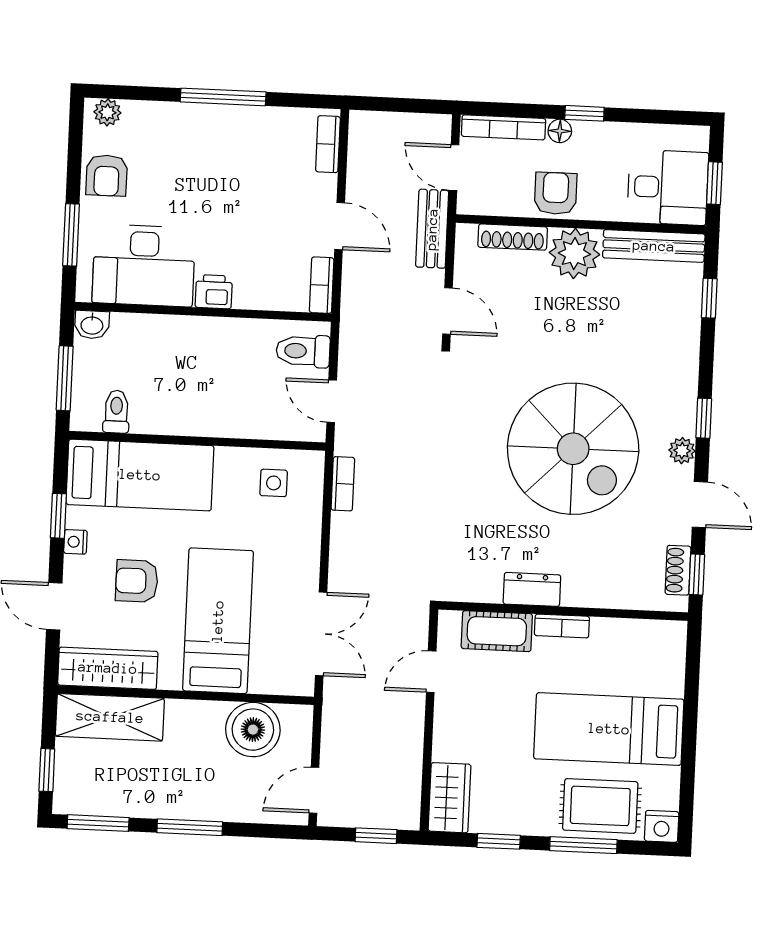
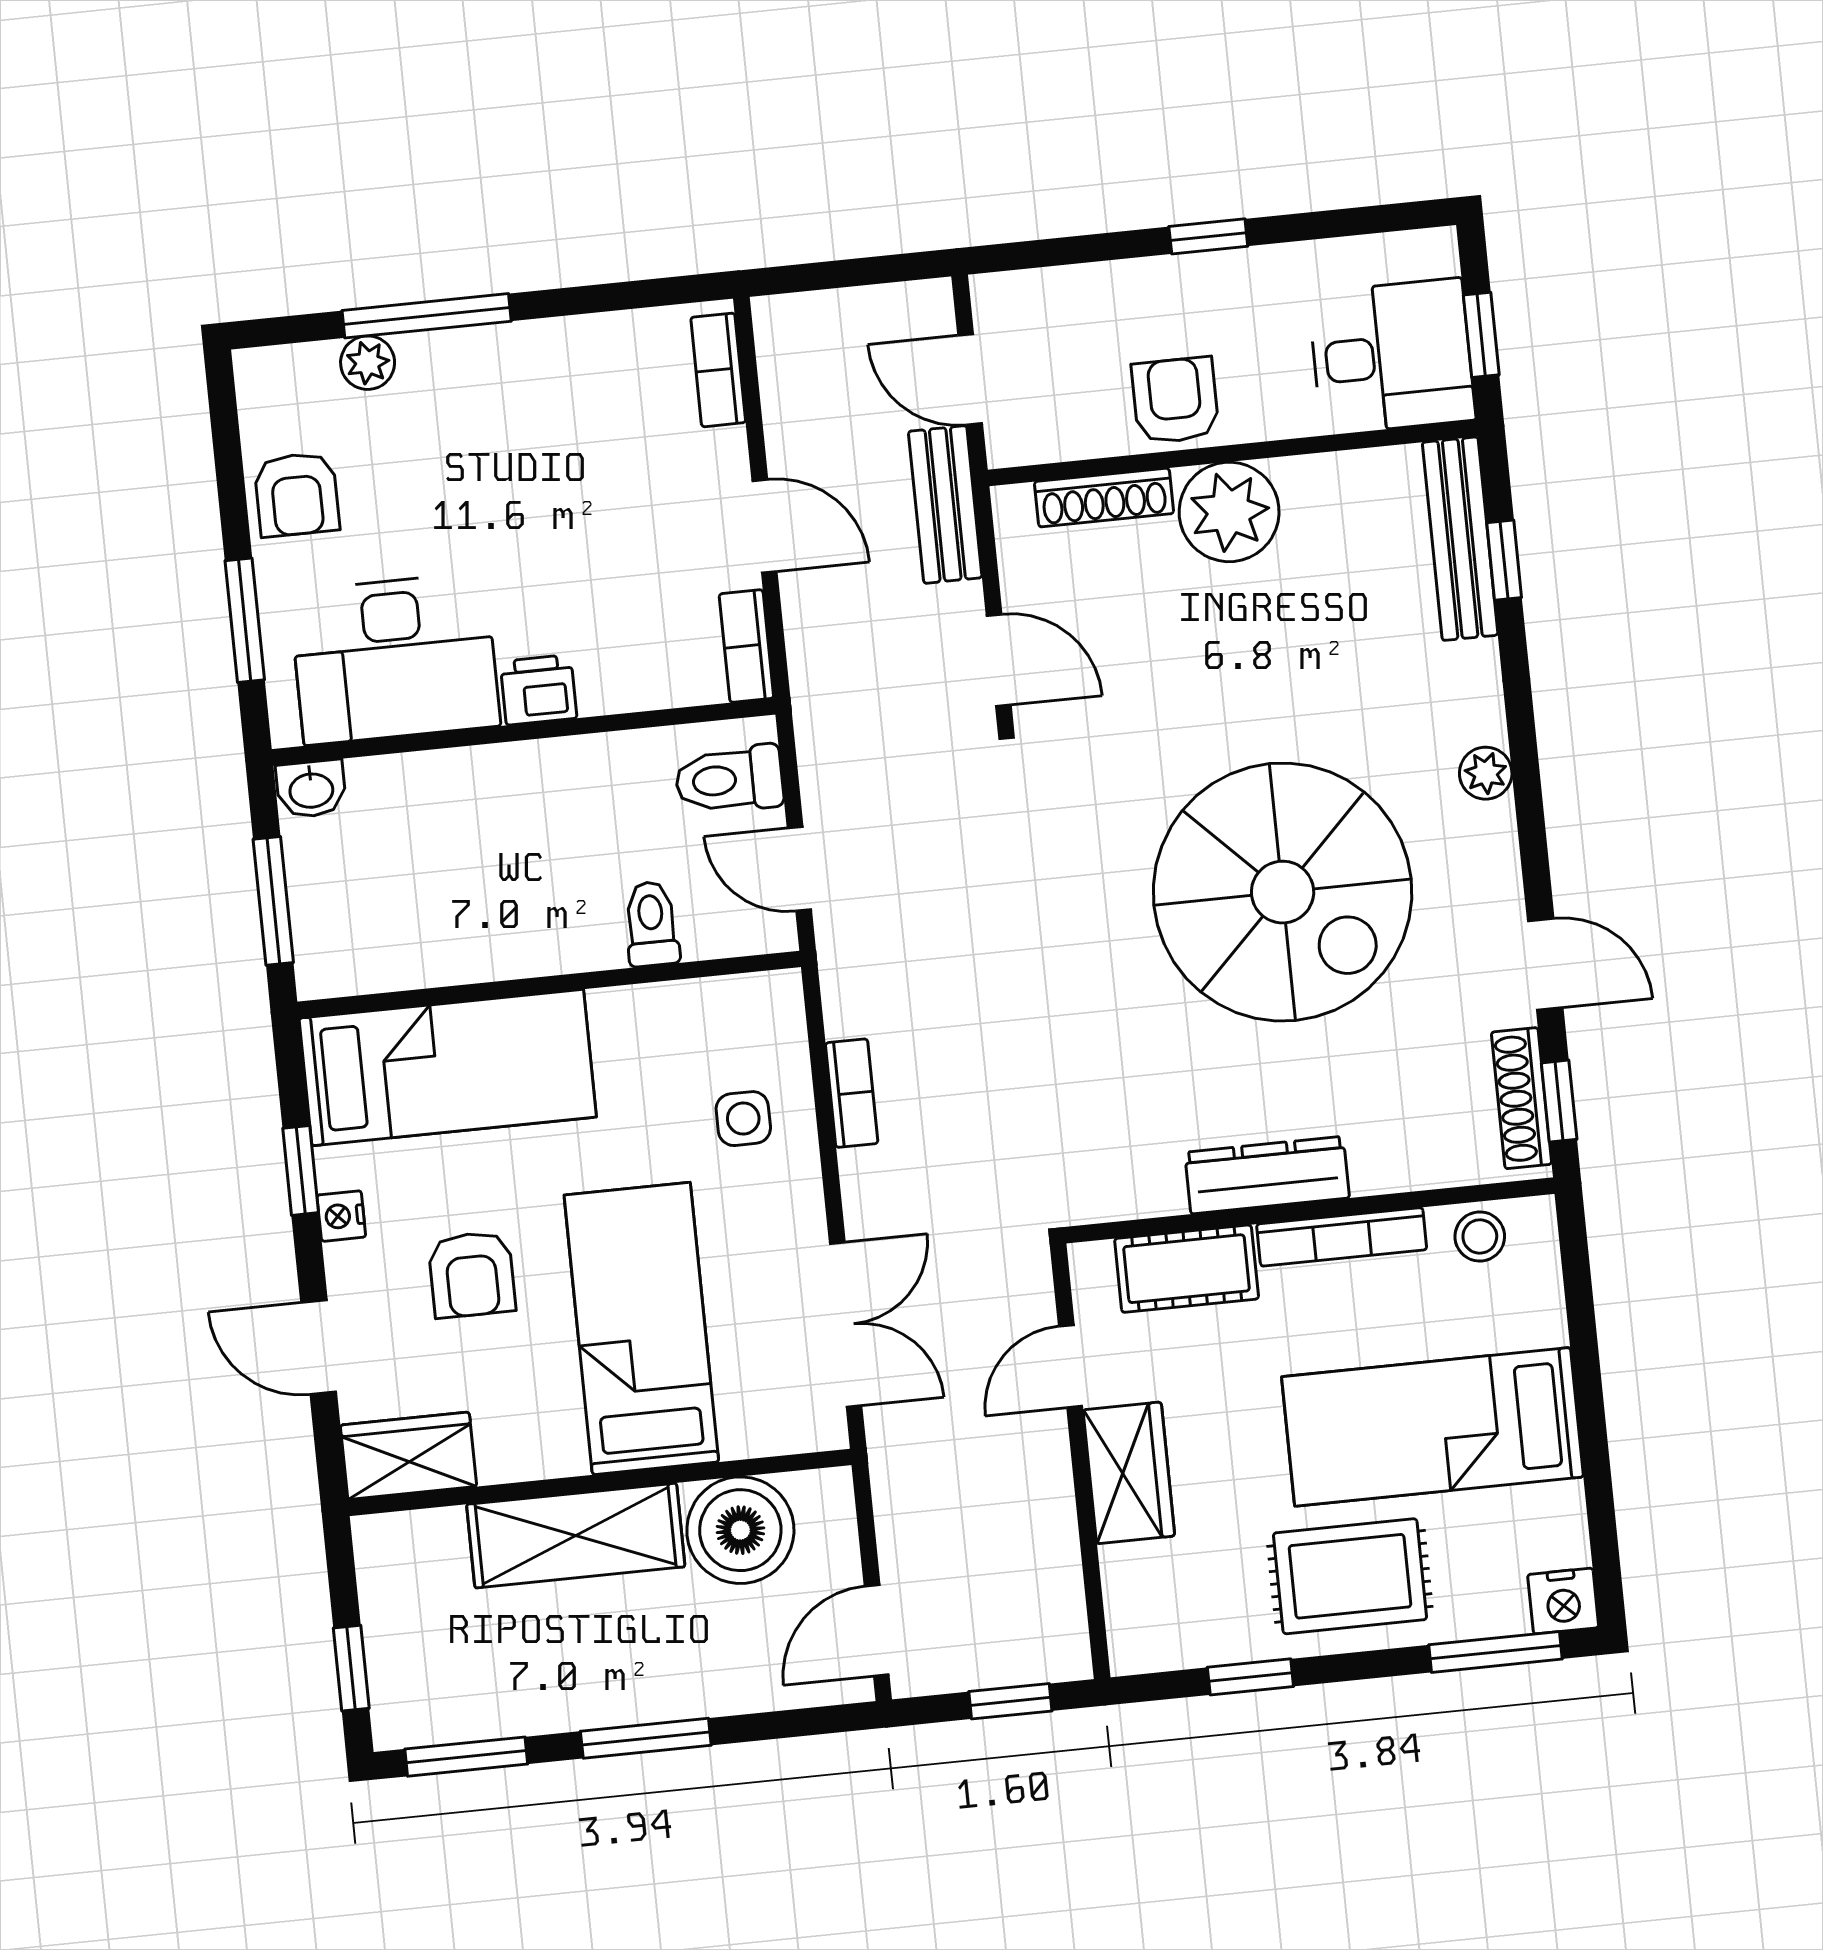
window: (223, 97) -> (427, 316), moved
plant: (107, 112) -> (368, 363), moved
bookcase: (504, 127) -> (1055, 287), removed
floor lamp: (560, 131) -> (1165, 278), removed
bench: (654, 246) -> (1460, 539), moved, turned 90
toilet: (116, 412) -> (651, 924), moved
window: (704, 418) -> (1528, 795), removed
plant: (682, 451) -> (1486, 773), moved
side table: (274, 483) -> (743, 1119), moved
bookcase: (343, 484) -> (852, 1093), moved
shoe rack: (678, 570) -> (1521, 1098), width x1.43
armchair: (137, 581) -> (472, 1275), turned -90
dresser: (532, 589) -> (1267, 1175), width x1.44
bookcase: (562, 626) -> (1342, 1237), width x1.56
stool: (647, 637) -> (1480, 1236), added
wardrobe: (108, 668) -> (409, 1456), width x0.67
shelving: (110, 717) -> (576, 1536), moved
wardrobe: (450, 798) -> (1129, 1473), moved
rug: (600, 806) -> (1350, 1576), moved
window: (583, 845) -> (1496, 1652), moved

